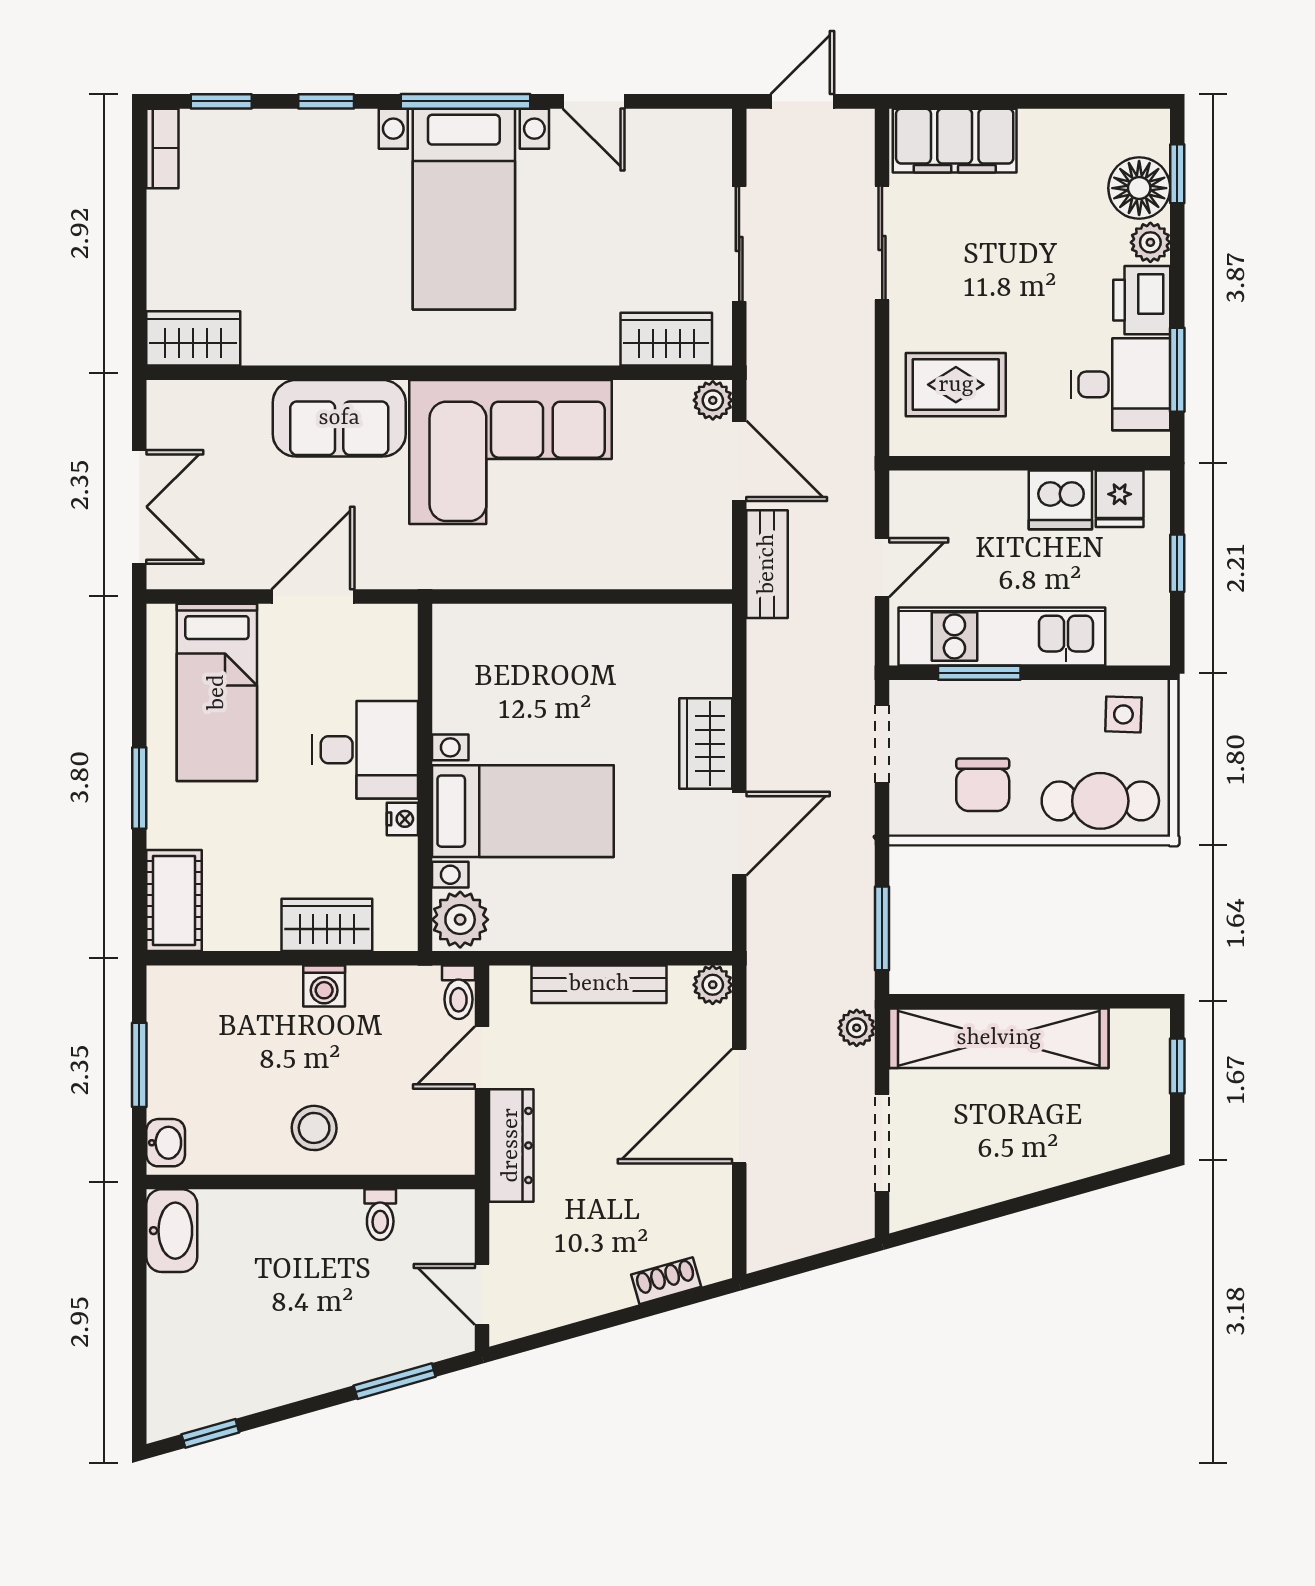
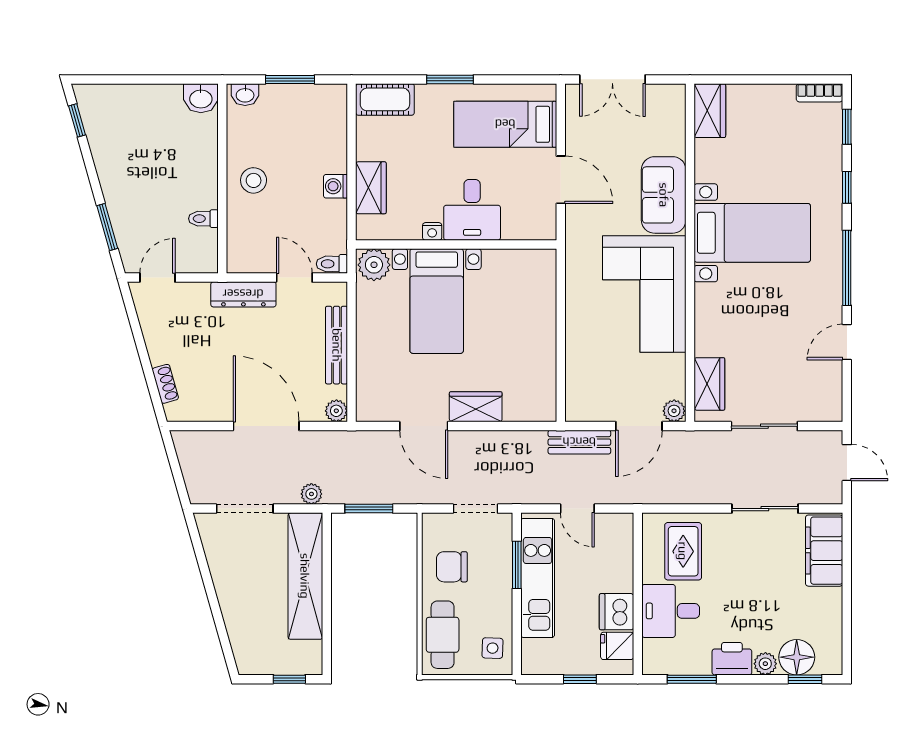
bed with nightstands: (464, 209) -> (752, 233), moved, turned 180
desk: (1120, 384) -> (671, 611), moved, turned 90
washbasin: (172, 1231) -> (201, 98), width x0.72

